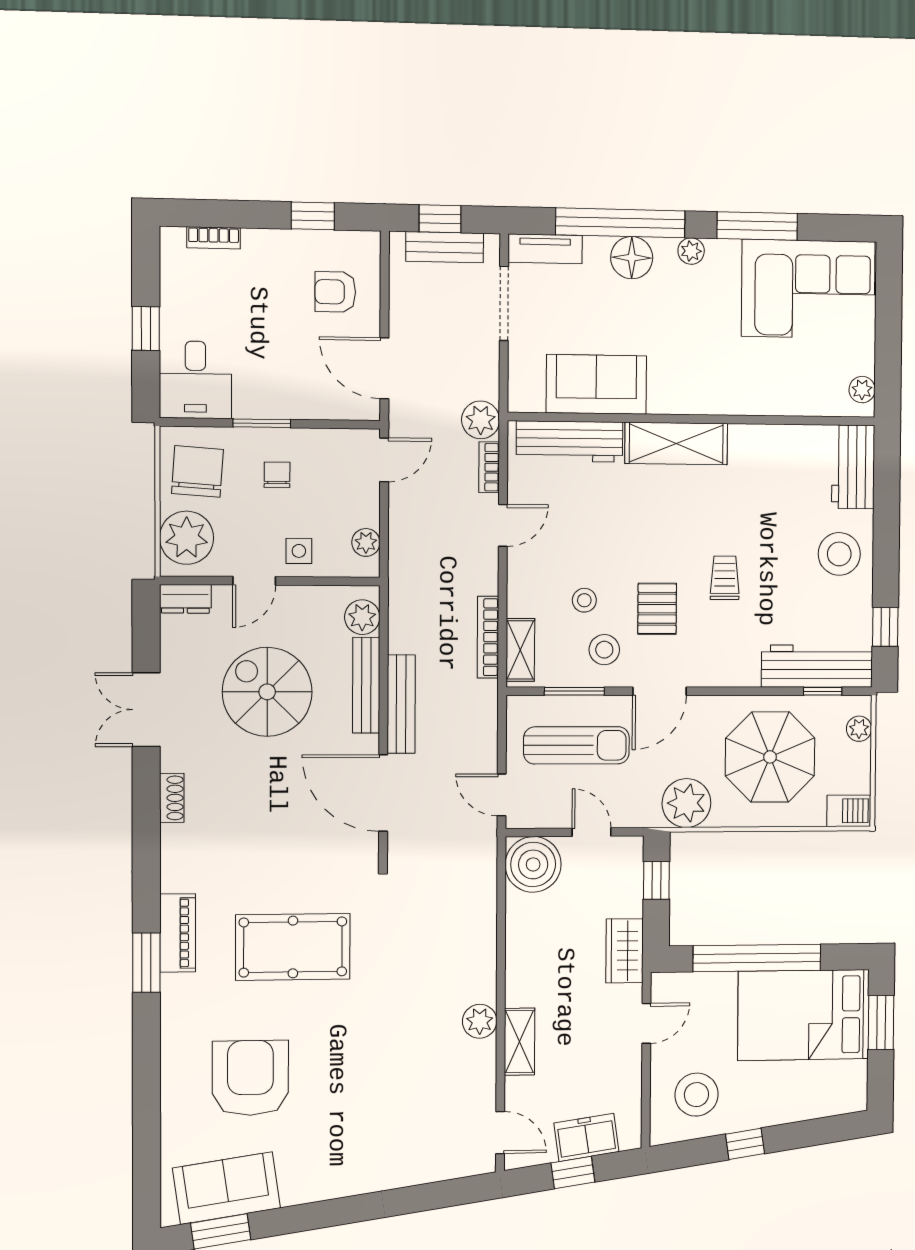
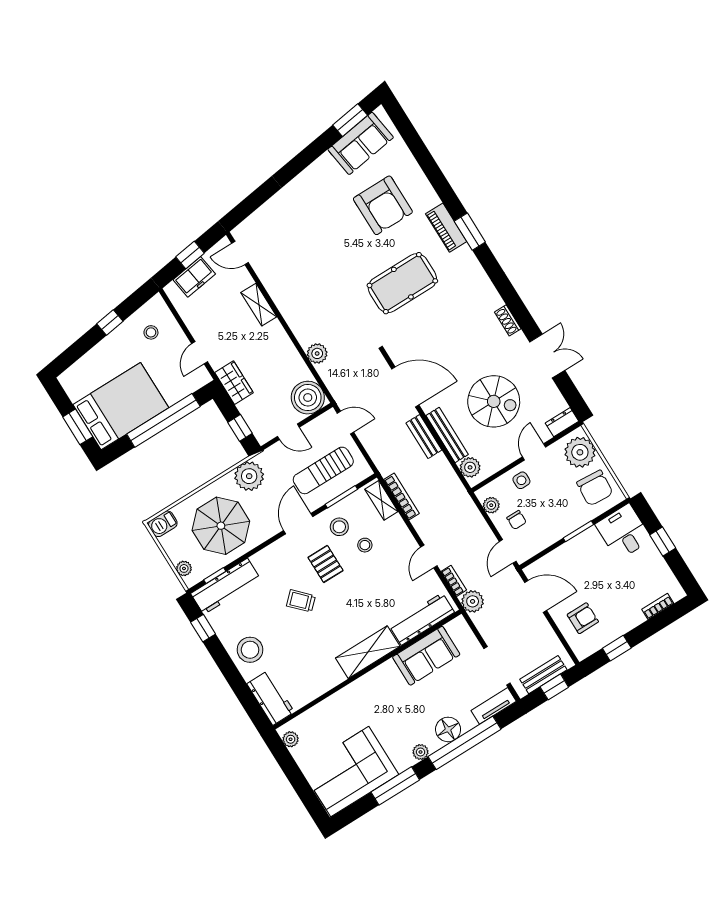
chair: (277, 475) -> (517, 520), moved
trolley: (725, 578) -> (301, 601), turned 136
bench: (401, 704) -> (424, 436), width x0.73
piano: (178, 933) -> (446, 228), moved
plant: (480, 1021) -> (317, 353), moved
stool: (696, 1095) -> (151, 332), width x0.53, depth x0.53

